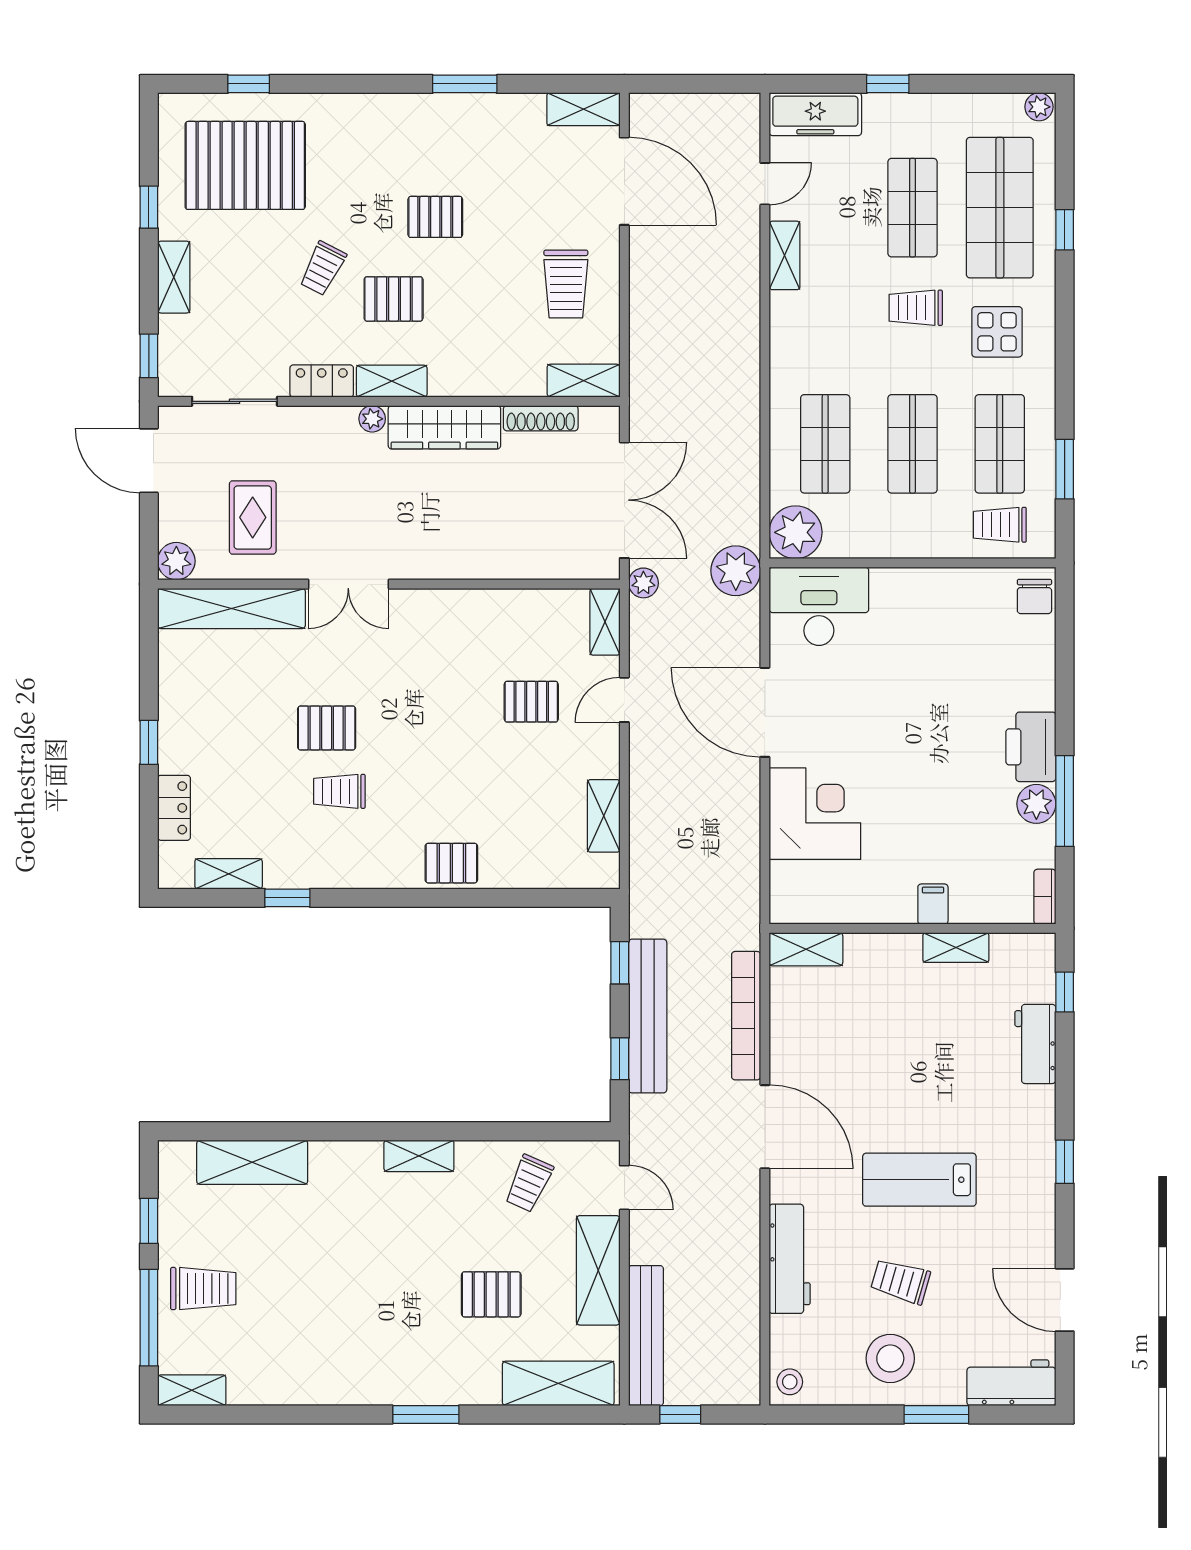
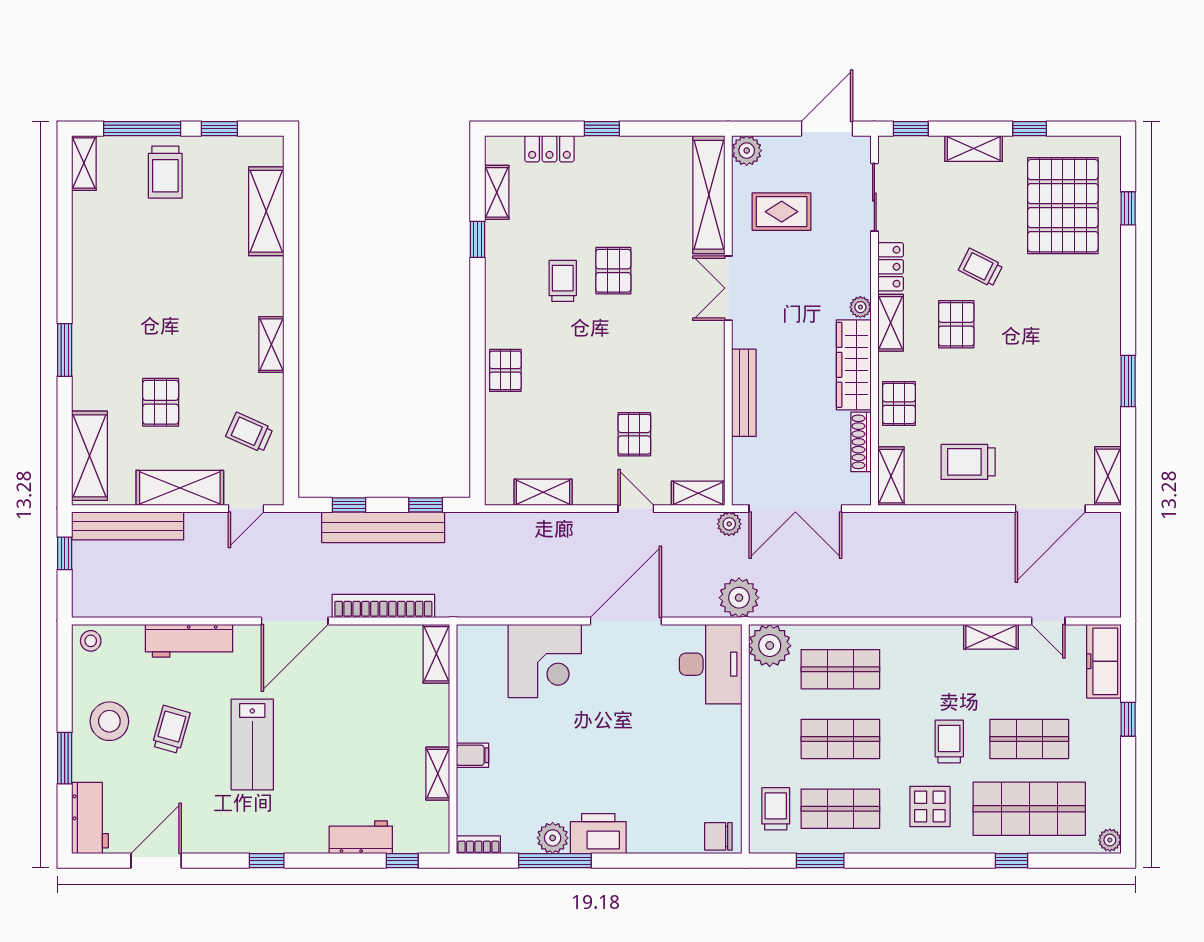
pallet: (435, 217) -> (899, 404), moved
bench: (479, 565) -> (744, 393), added
lab bench: (919, 1180) -> (252, 744), turned 180

